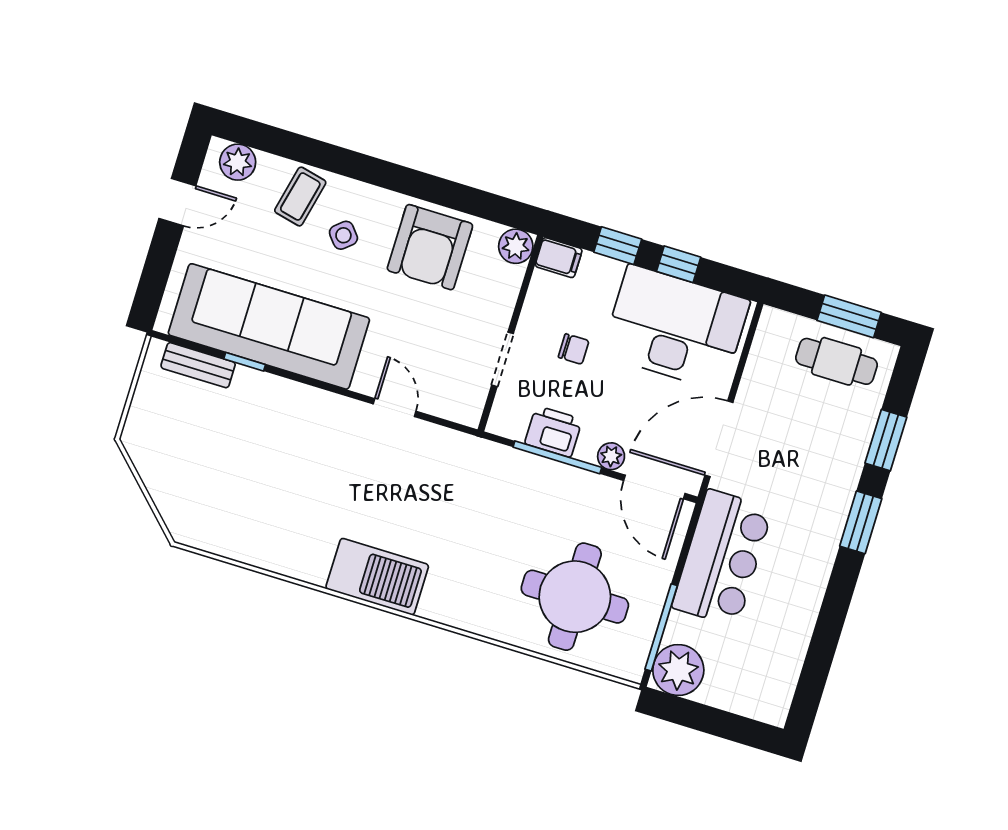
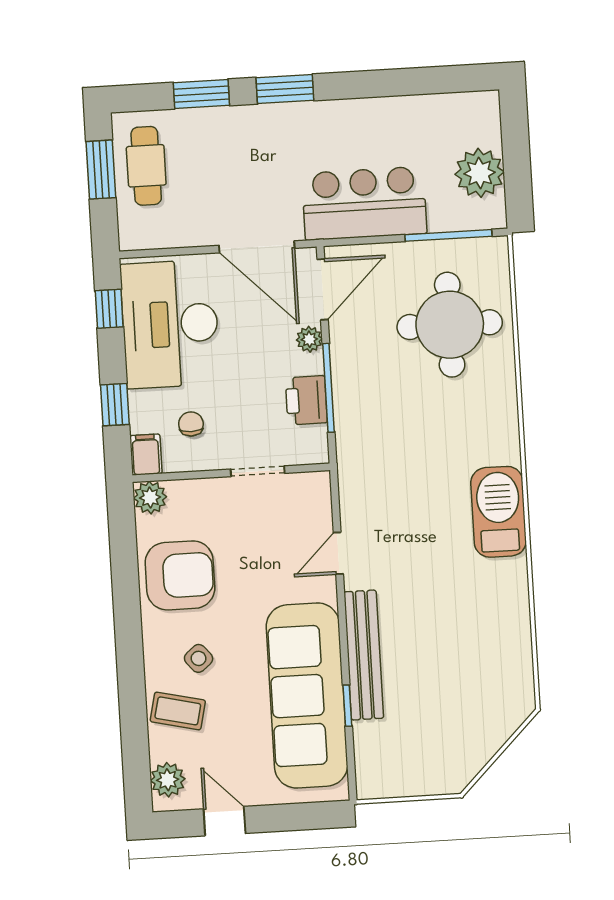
window: (679, 264) -> (109, 309), moved
chair: (574, 349) -> (191, 424), moved
bench: (198, 365) -> (364, 655), moved, width x1.86, depth x1.21
plant: (678, 670) -> (480, 173), moved

